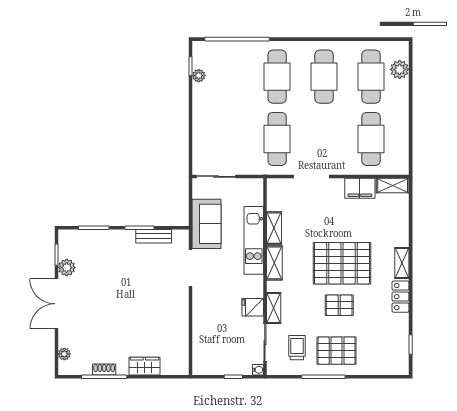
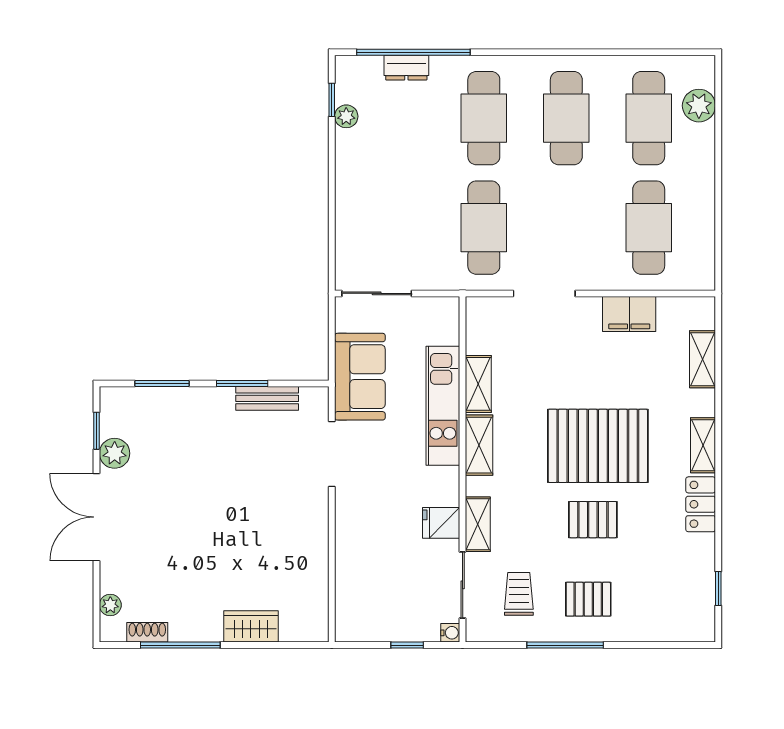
dresser: (233, 48) -> (406, 68), added
shelving: (393, 185) -> (702, 359), moved, turned 90
pallet: (337, 351) -> (588, 599), width x0.67, depth x0.71
shoe rack: (104, 369) -> (147, 632), moved

